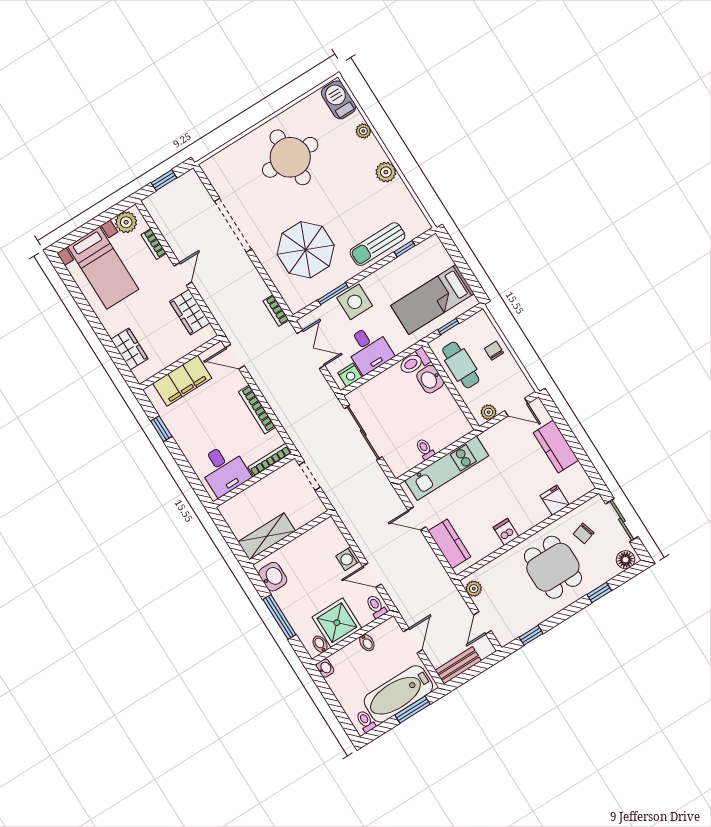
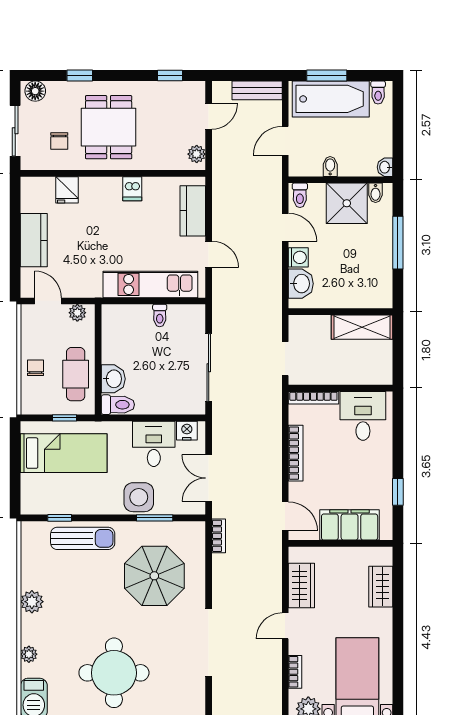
chair: (494, 351) -> (36, 368), turned 180
chair: (584, 533) -> (59, 141), turned 107
washbasin: (273, 577) -> (301, 284), moved, turned 180

